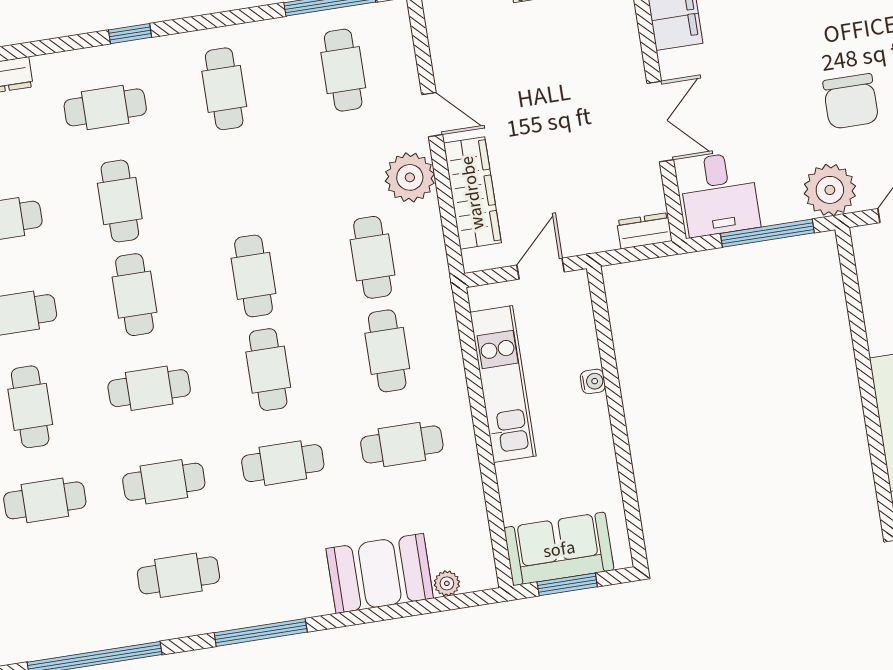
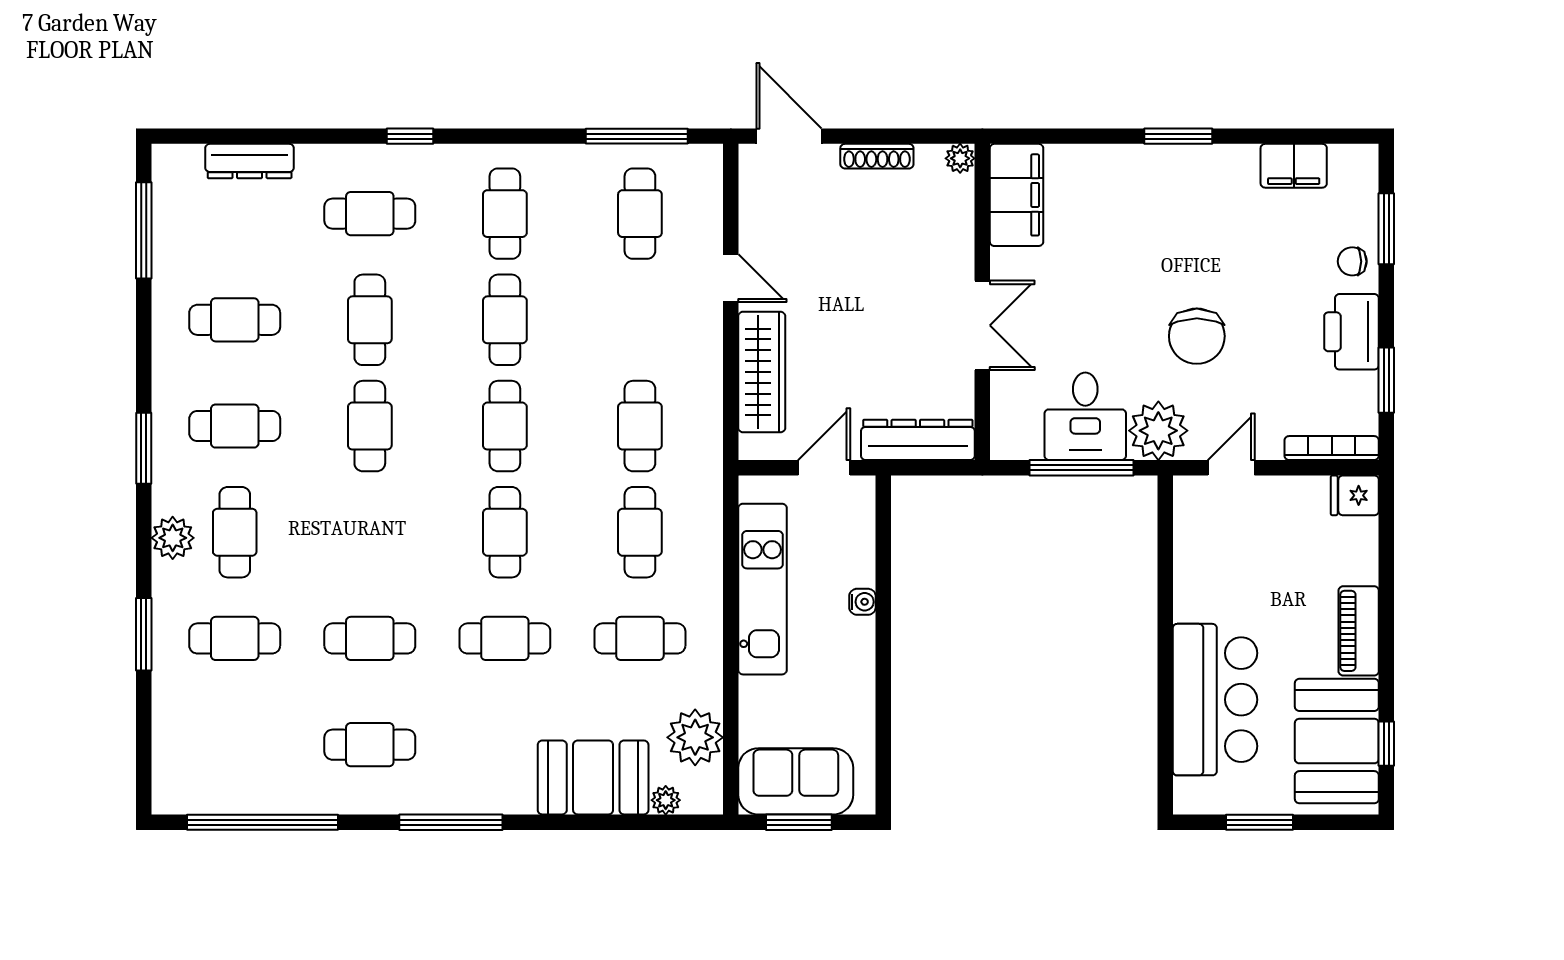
plant: (410, 177) -> (695, 737), moved
desk: (719, 194) -> (1085, 416), moved
dresser: (644, 231) -> (918, 440), width x1.96, depth x1.24
cafe table: (149, 388) -> (505, 320), moved, turned 90

